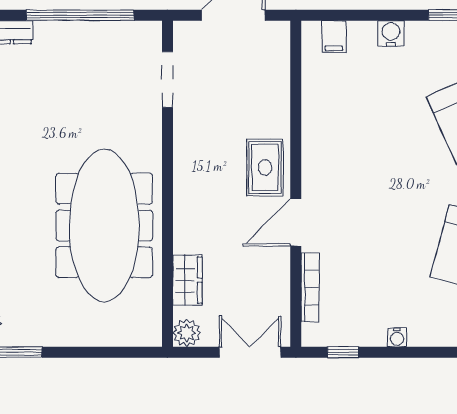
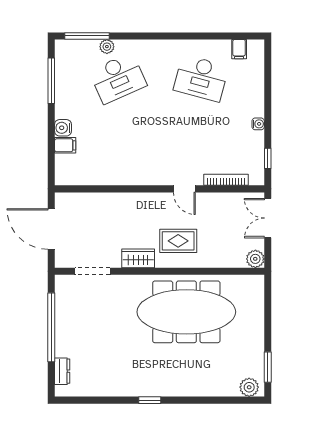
filing cabinet: (334, 37) -> (65, 145), moved
rug: (265, 167) -> (178, 241), moved
door: (296, 222) -> (184, 189), width x0.73
wardrobe: (188, 280) -> (138, 258), moved

